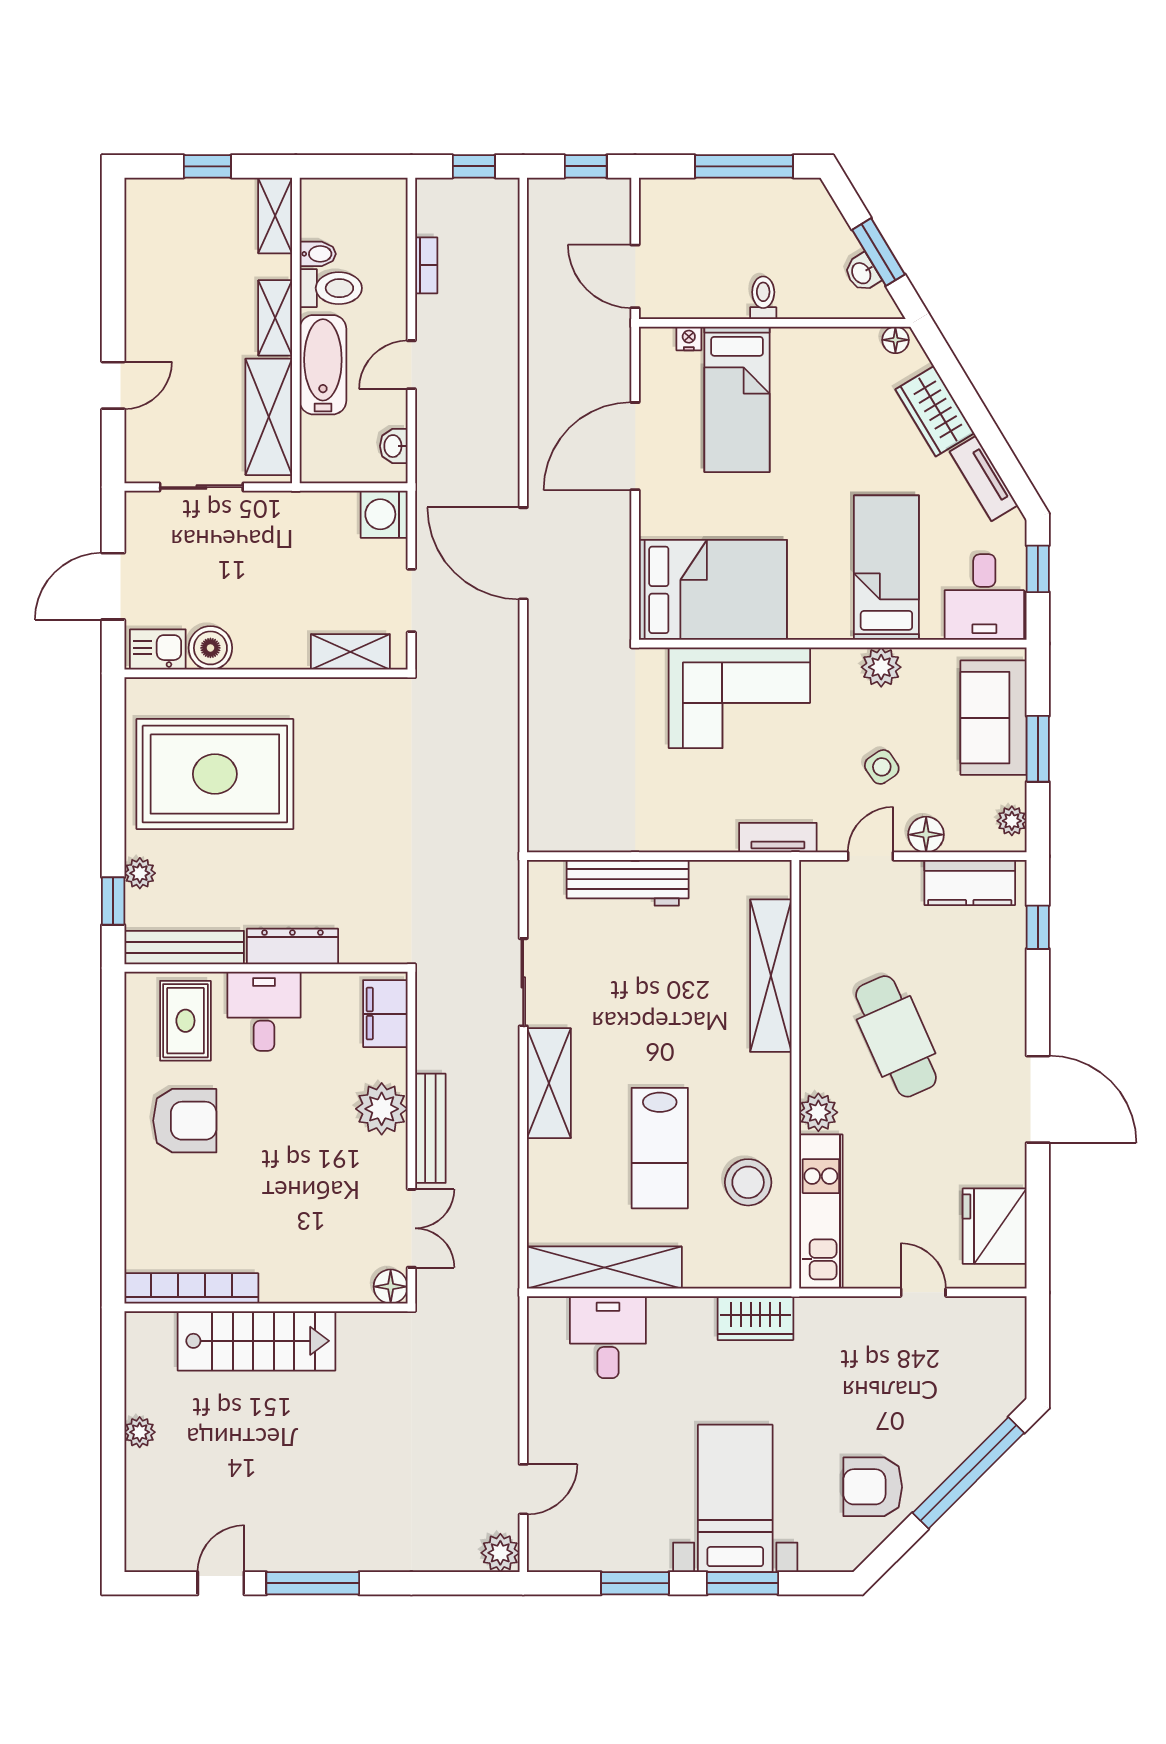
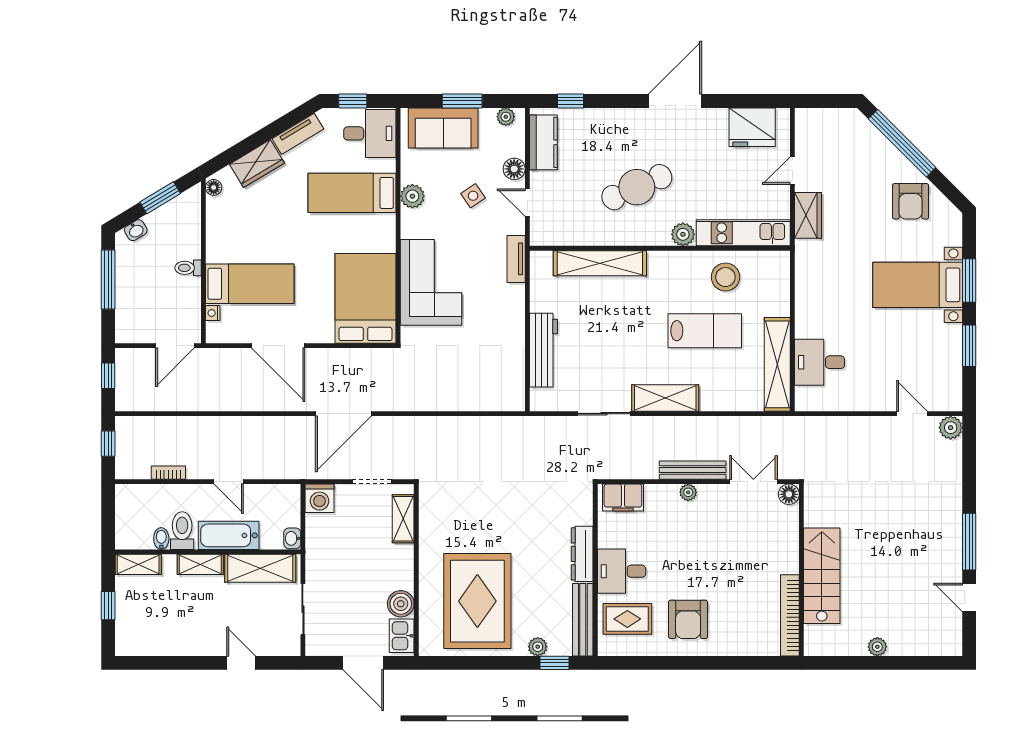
washbasin: (862, 273) -> (136, 230), moved
washbasin: (394, 446) -> (292, 538), moved, turned 90
plant: (382, 1109) -> (688, 492), width x0.53, depth x0.53
armchair: (185, 1121) -> (688, 619), turned 180
wardrobe: (755, 1318) -> (808, 215), moved

